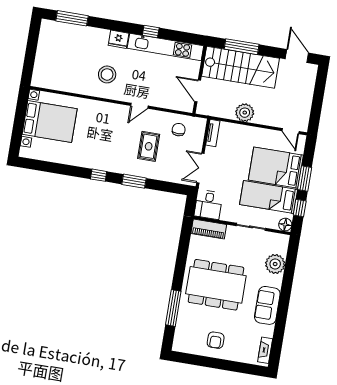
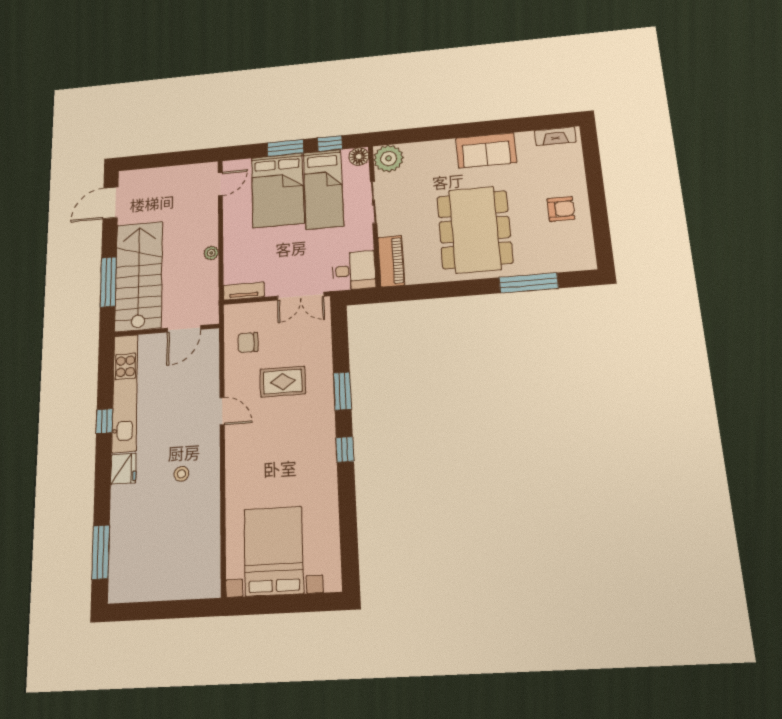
stool: (107, 74) -> (181, 474), width x0.53, depth x0.53
plant: (245, 113) -> (211, 253), width x0.53, depth x0.53
plant: (275, 264) -> (389, 158), moved

